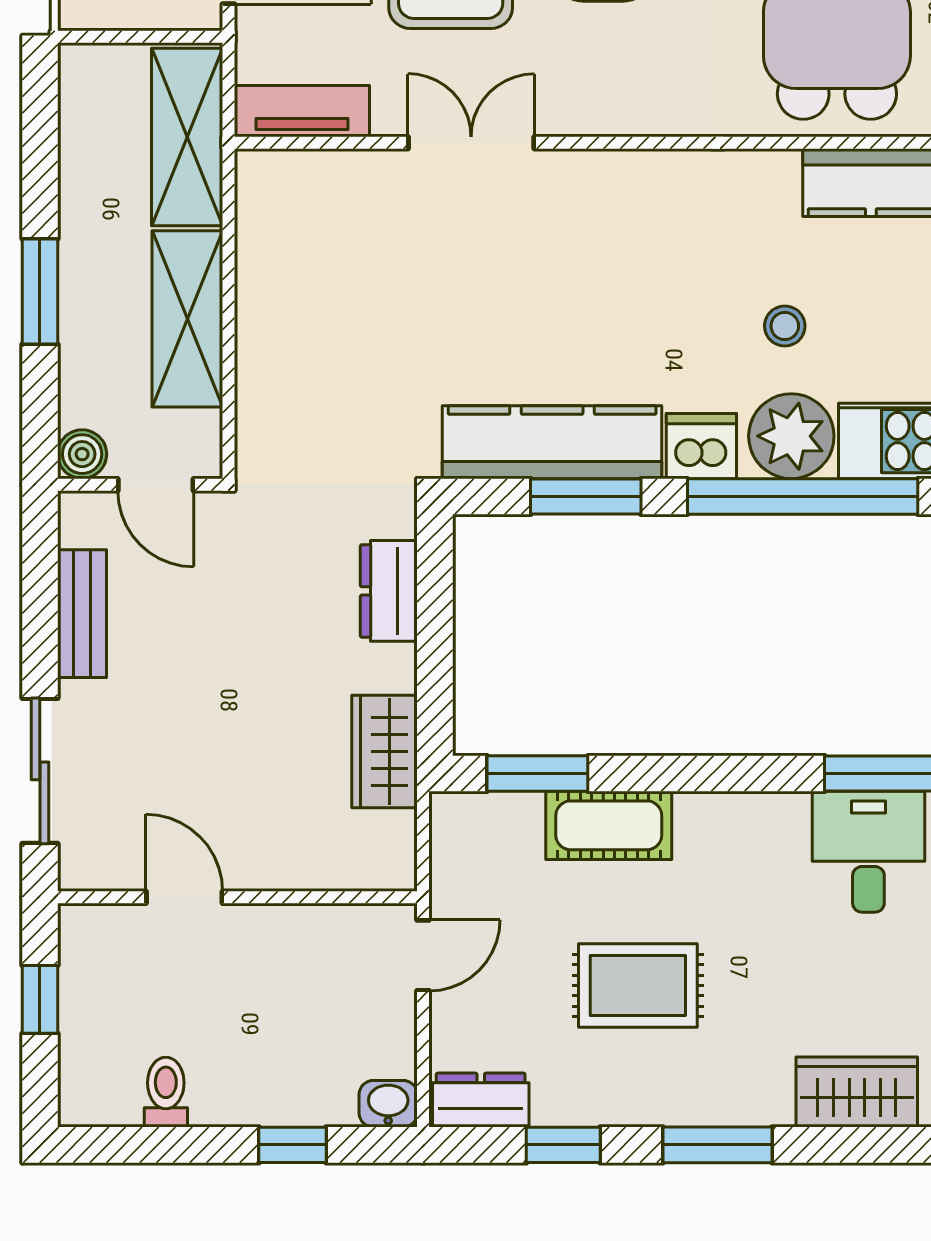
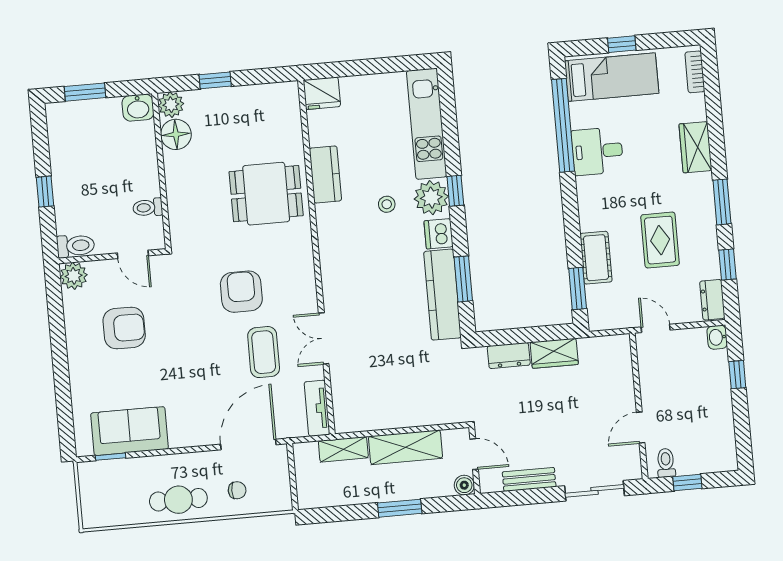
shelving: (187, 137) -> (343, 449), width x0.67, depth x0.75
door: (156, 485) -> (474, 454), hinge flipped
window: (803, 497) -> (455, 191), width x0.32
wardrobe: (384, 751) -> (554, 353), moved
toilet: (166, 1092) -> (666, 463), moved, turned 90

